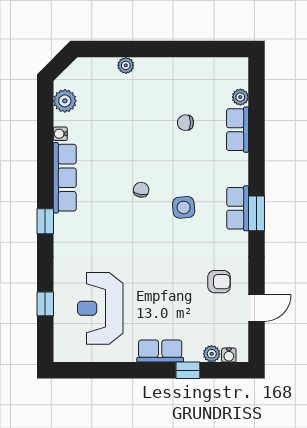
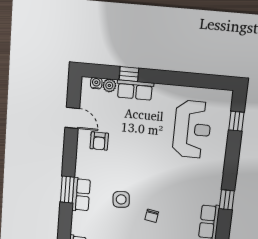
armchair: (219, 282) -> (99, 141), turned -90
window: (45, 304) -> (236, 121), moved
door: (257, 308) -> (72, 118), swing flipped
row of seats: (160, 351) -> (135, 90), moved

